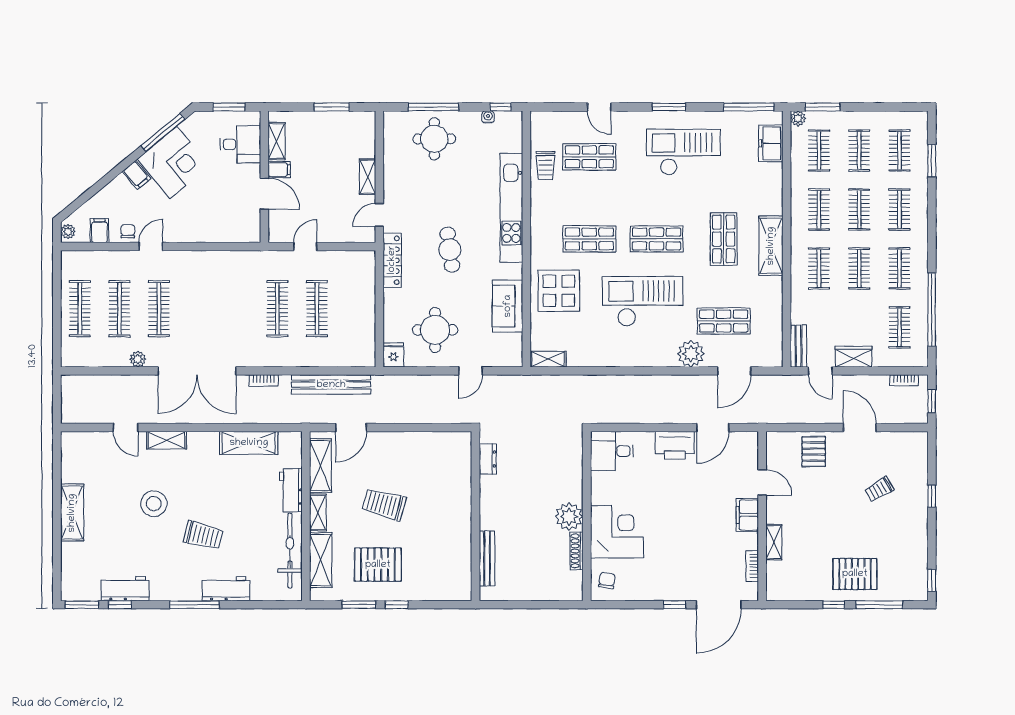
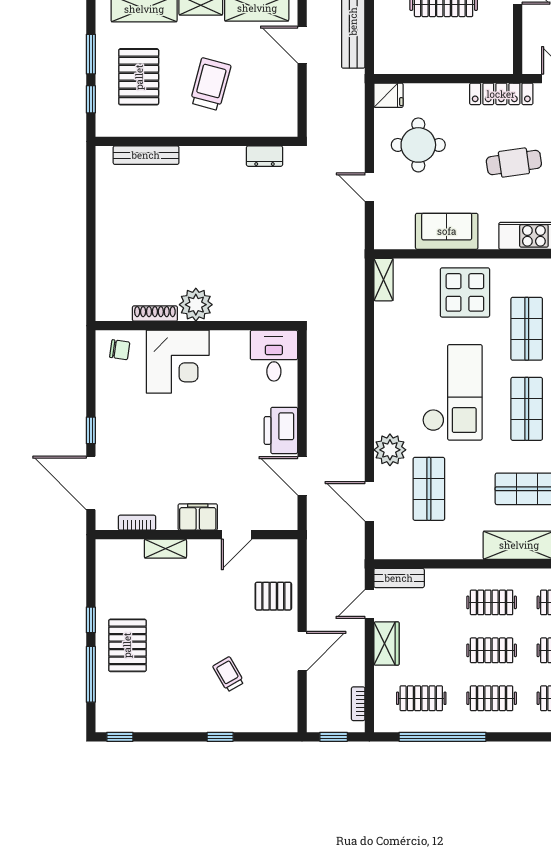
dresser: (488, 459) -> (264, 156), moved
wall: (476, 516) -> (196, 141), moved
bench: (487, 558) -> (146, 155), moved

